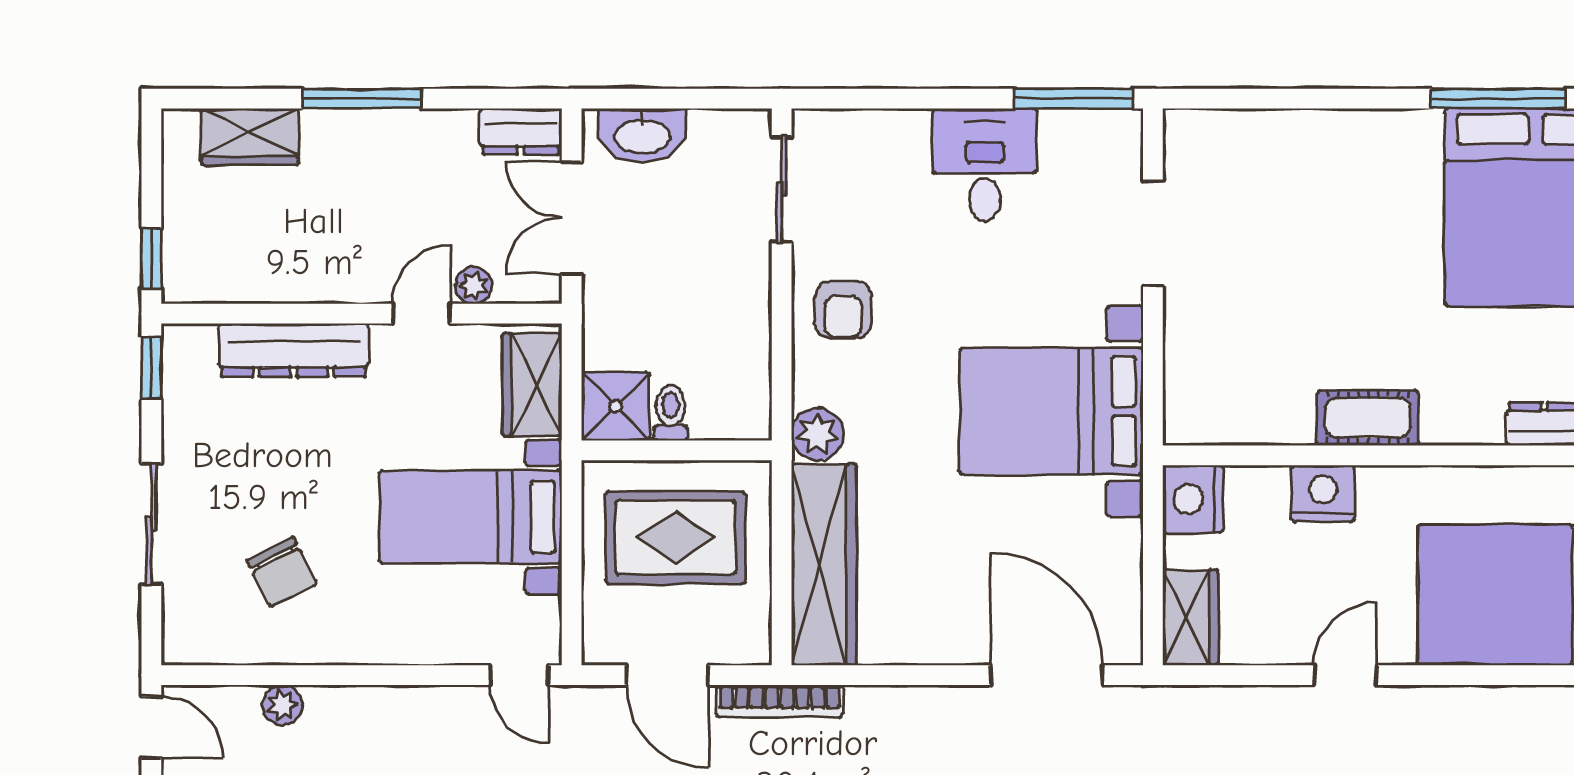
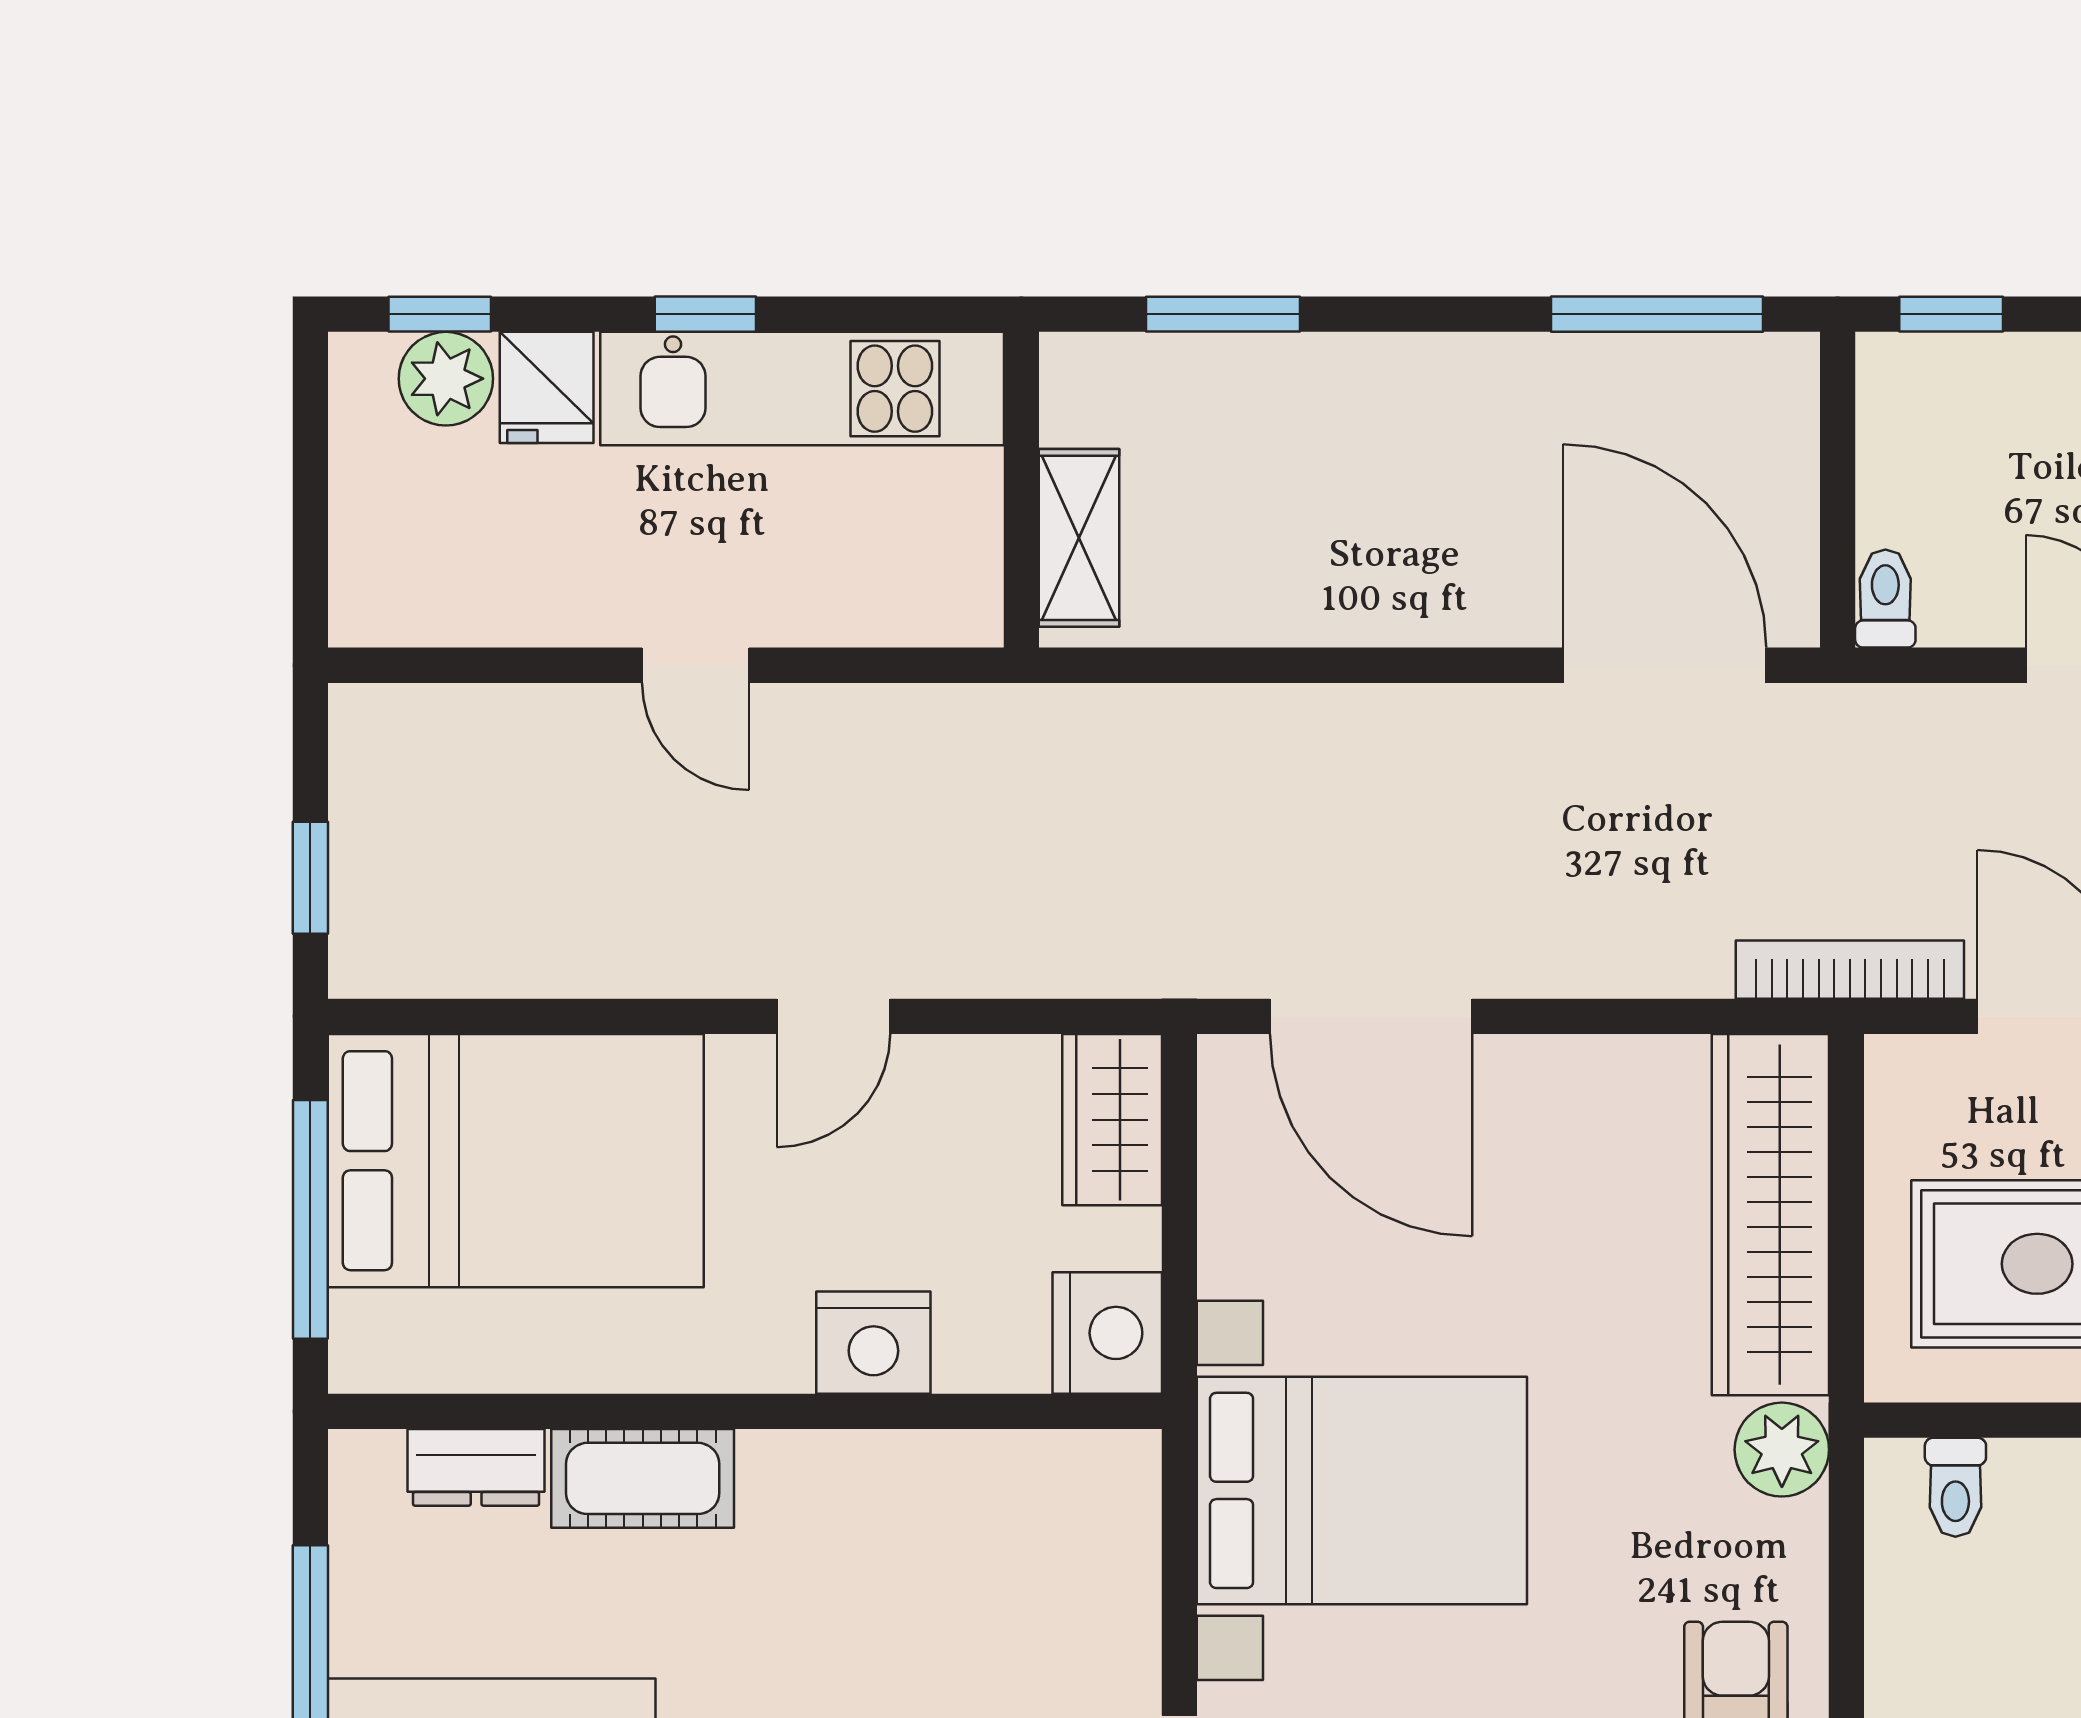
toilet: (671, 413) -> (1955, 1487), moved
cot: (1368, 418) -> (643, 1478), moved

